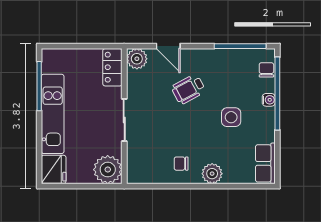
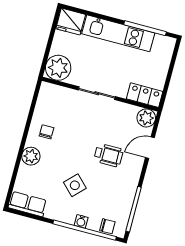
wheelchair: (188, 89) -> (109, 155), turned 118
side table: (231, 117) -> (75, 185), turned 45

